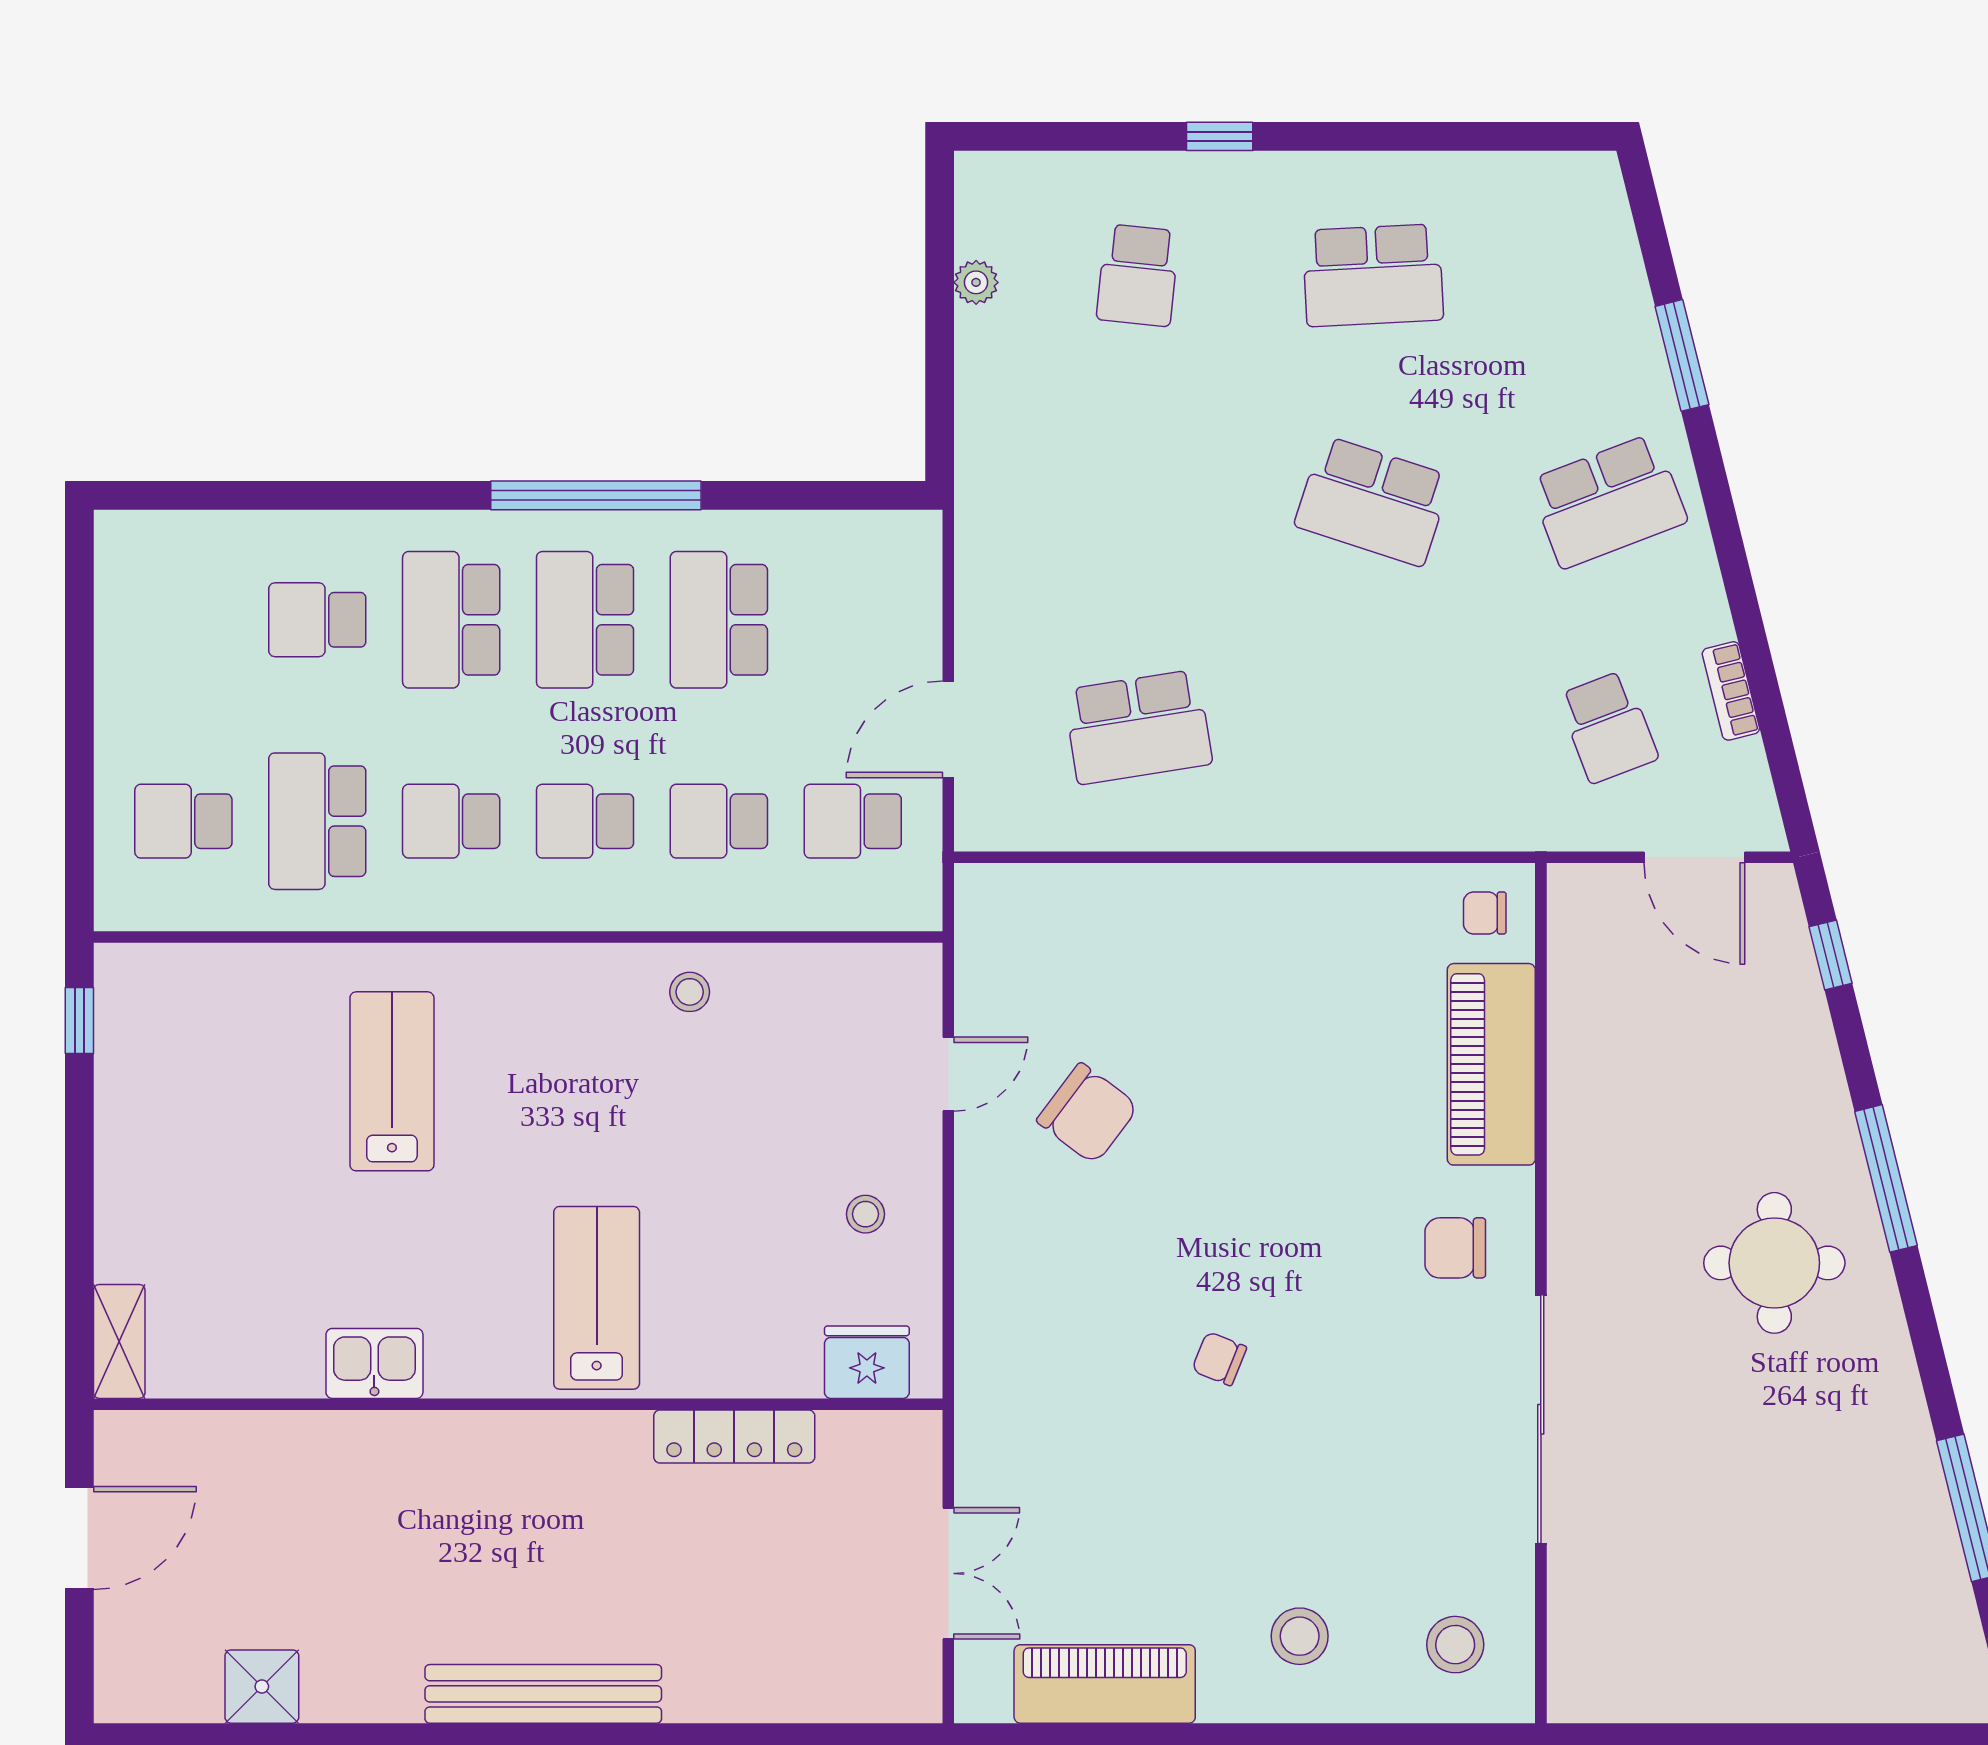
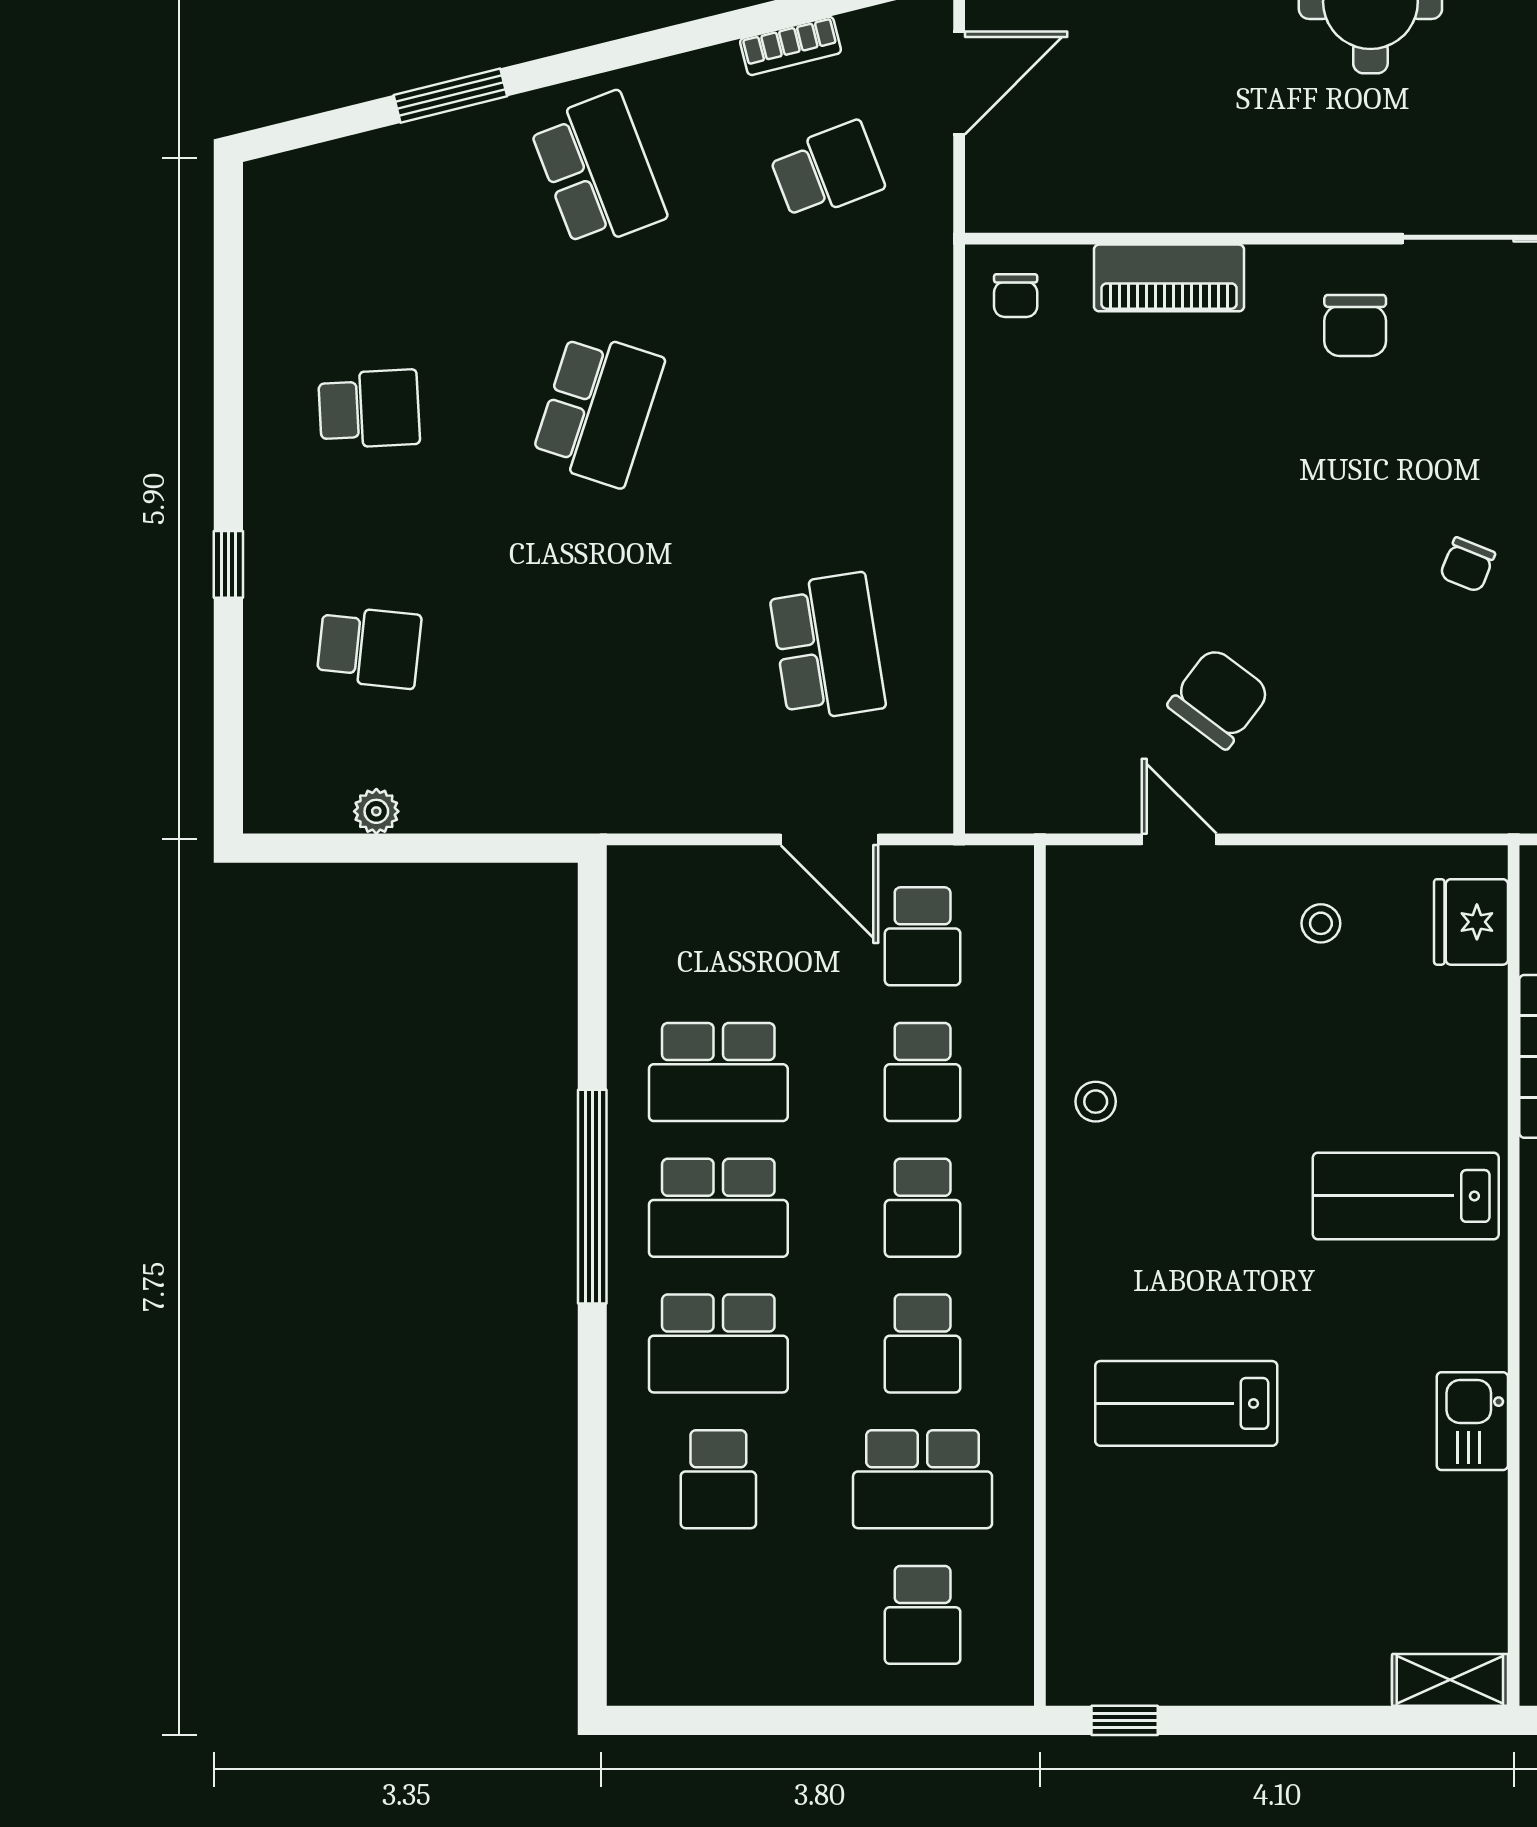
school desk: (1373, 275) -> (369, 409), width x0.54
piano: (1491, 1064) -> (1169, 278), width x0.73, depth x0.75

